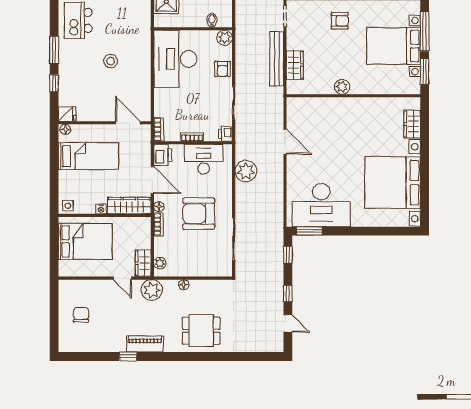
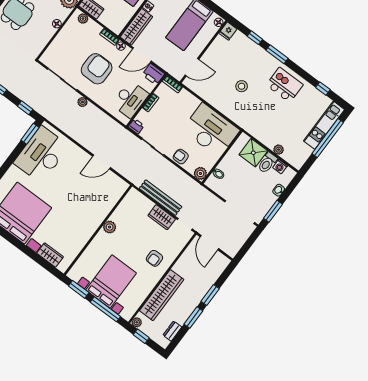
wardrobe: (295, 65) -> (162, 217), moved
plant: (246, 171) -> (82, 102), moved, width x0.53, depth x0.53

